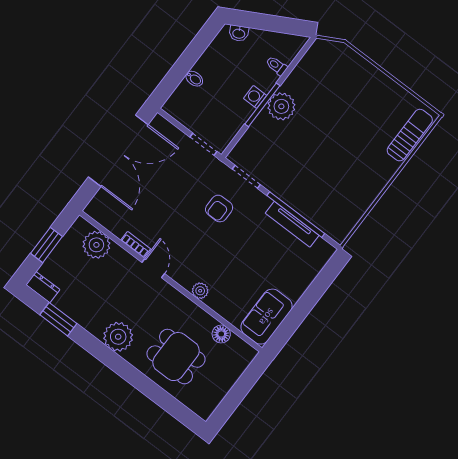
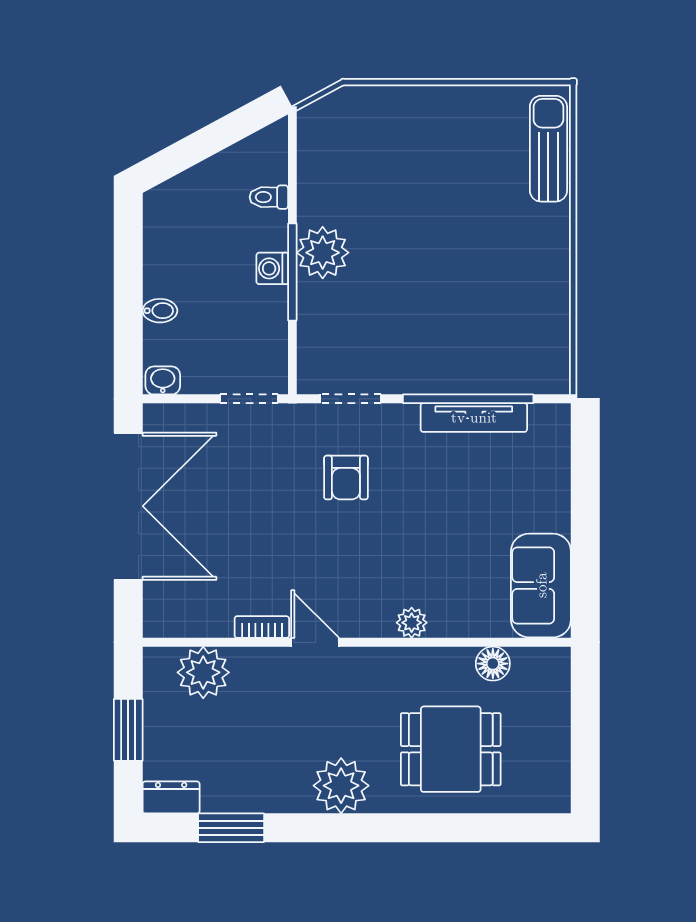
washbasin: (239, 33) -> (163, 380), moved, turned -152

